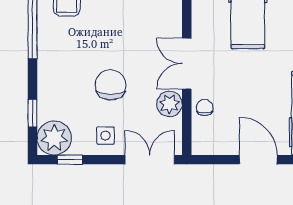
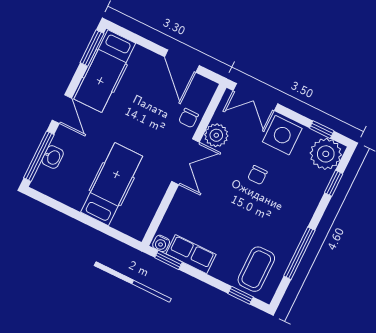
chair: (111, 85) -> (257, 175), width x0.54, depth x0.54
side table: (105, 136) -> (282, 135), width x1.87, depth x1.87
door: (258, 160) -> (182, 61), moved

